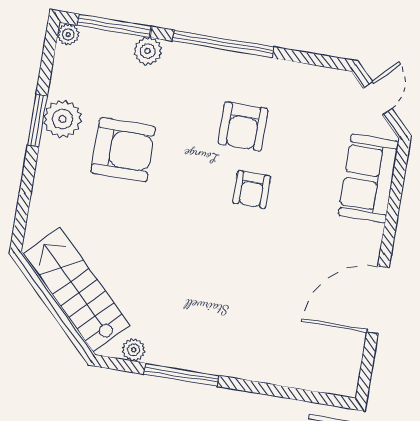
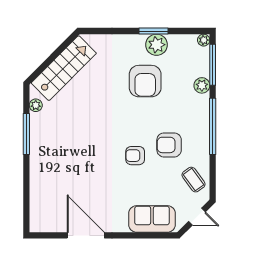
coffee table: (311, 94) -> (193, 180), added

